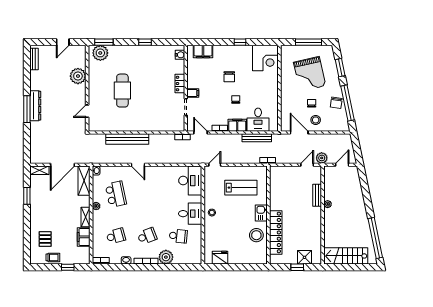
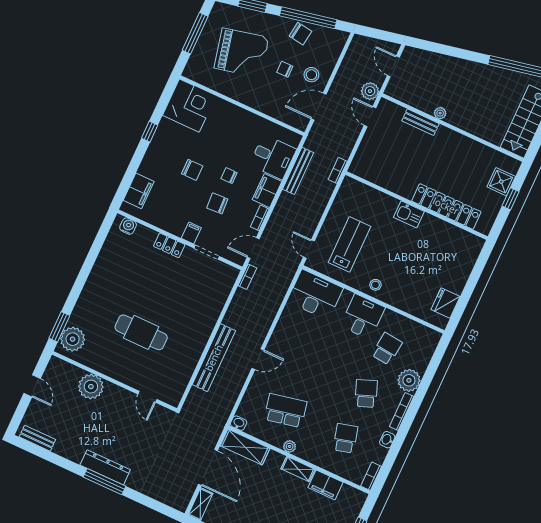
window: (145, 42) -> (87, 268), removed
chair: (217, 100) -> (217, 203), added
lab bench: (241, 188) -> (349, 244), moved
stool: (256, 235) -> (437, 236), removed

